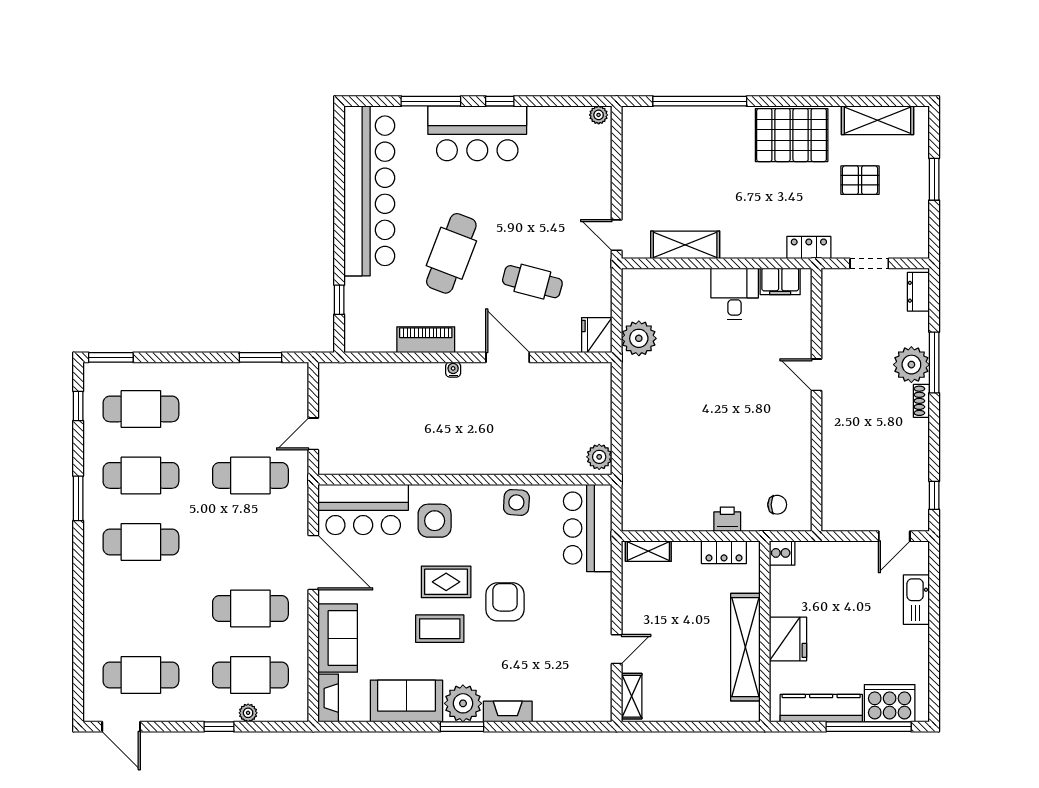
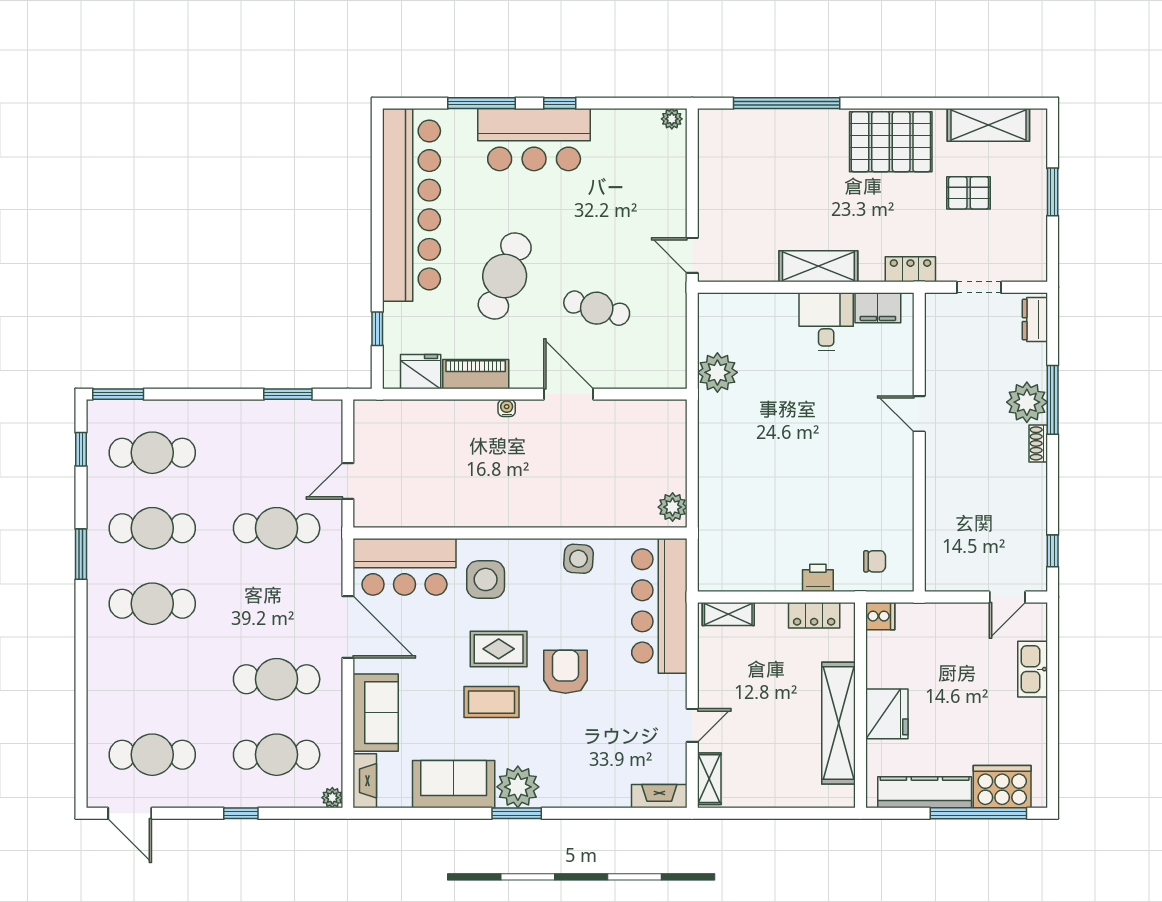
shelving: (685, 245) -> (818, 266), moved
fridge: (597, 335) -> (421, 372), moved, turned 90
bar counter: (588, 528) -> (659, 606), width x1.36
fireplace: (508, 711) -> (659, 796), moved
plant: (248, 713) -> (332, 798), moved

